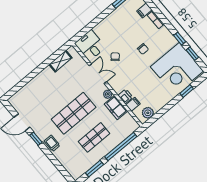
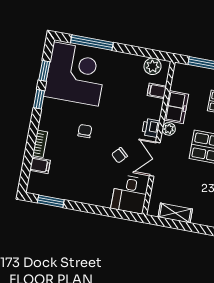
window: (187, 91) -> (92, 43), width x2.17
printer: (125, 96) -> (151, 128), moved

